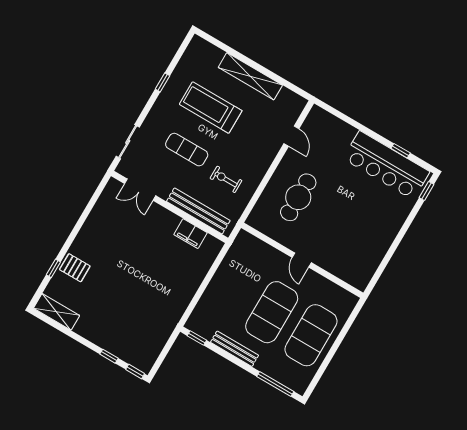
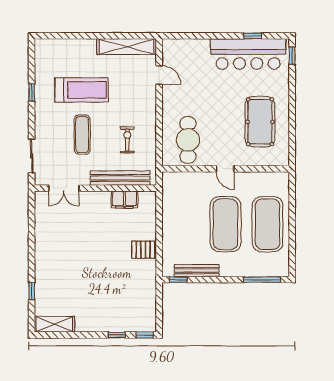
shelving: (250, 76) -> (127, 47), moved
treadmill: (211, 107) -> (82, 90), turned 180
exercise mat: (187, 150) -> (82, 135), turned 90
exercise bike: (226, 179) -> (127, 140), turned 90
cafe table: (298, 197) -> (188, 140), moved
pool table: (360, 235) -> (260, 122), added
pallet: (75, 268) -> (143, 250), moved
bench: (234, 349) -> (197, 271), moved

